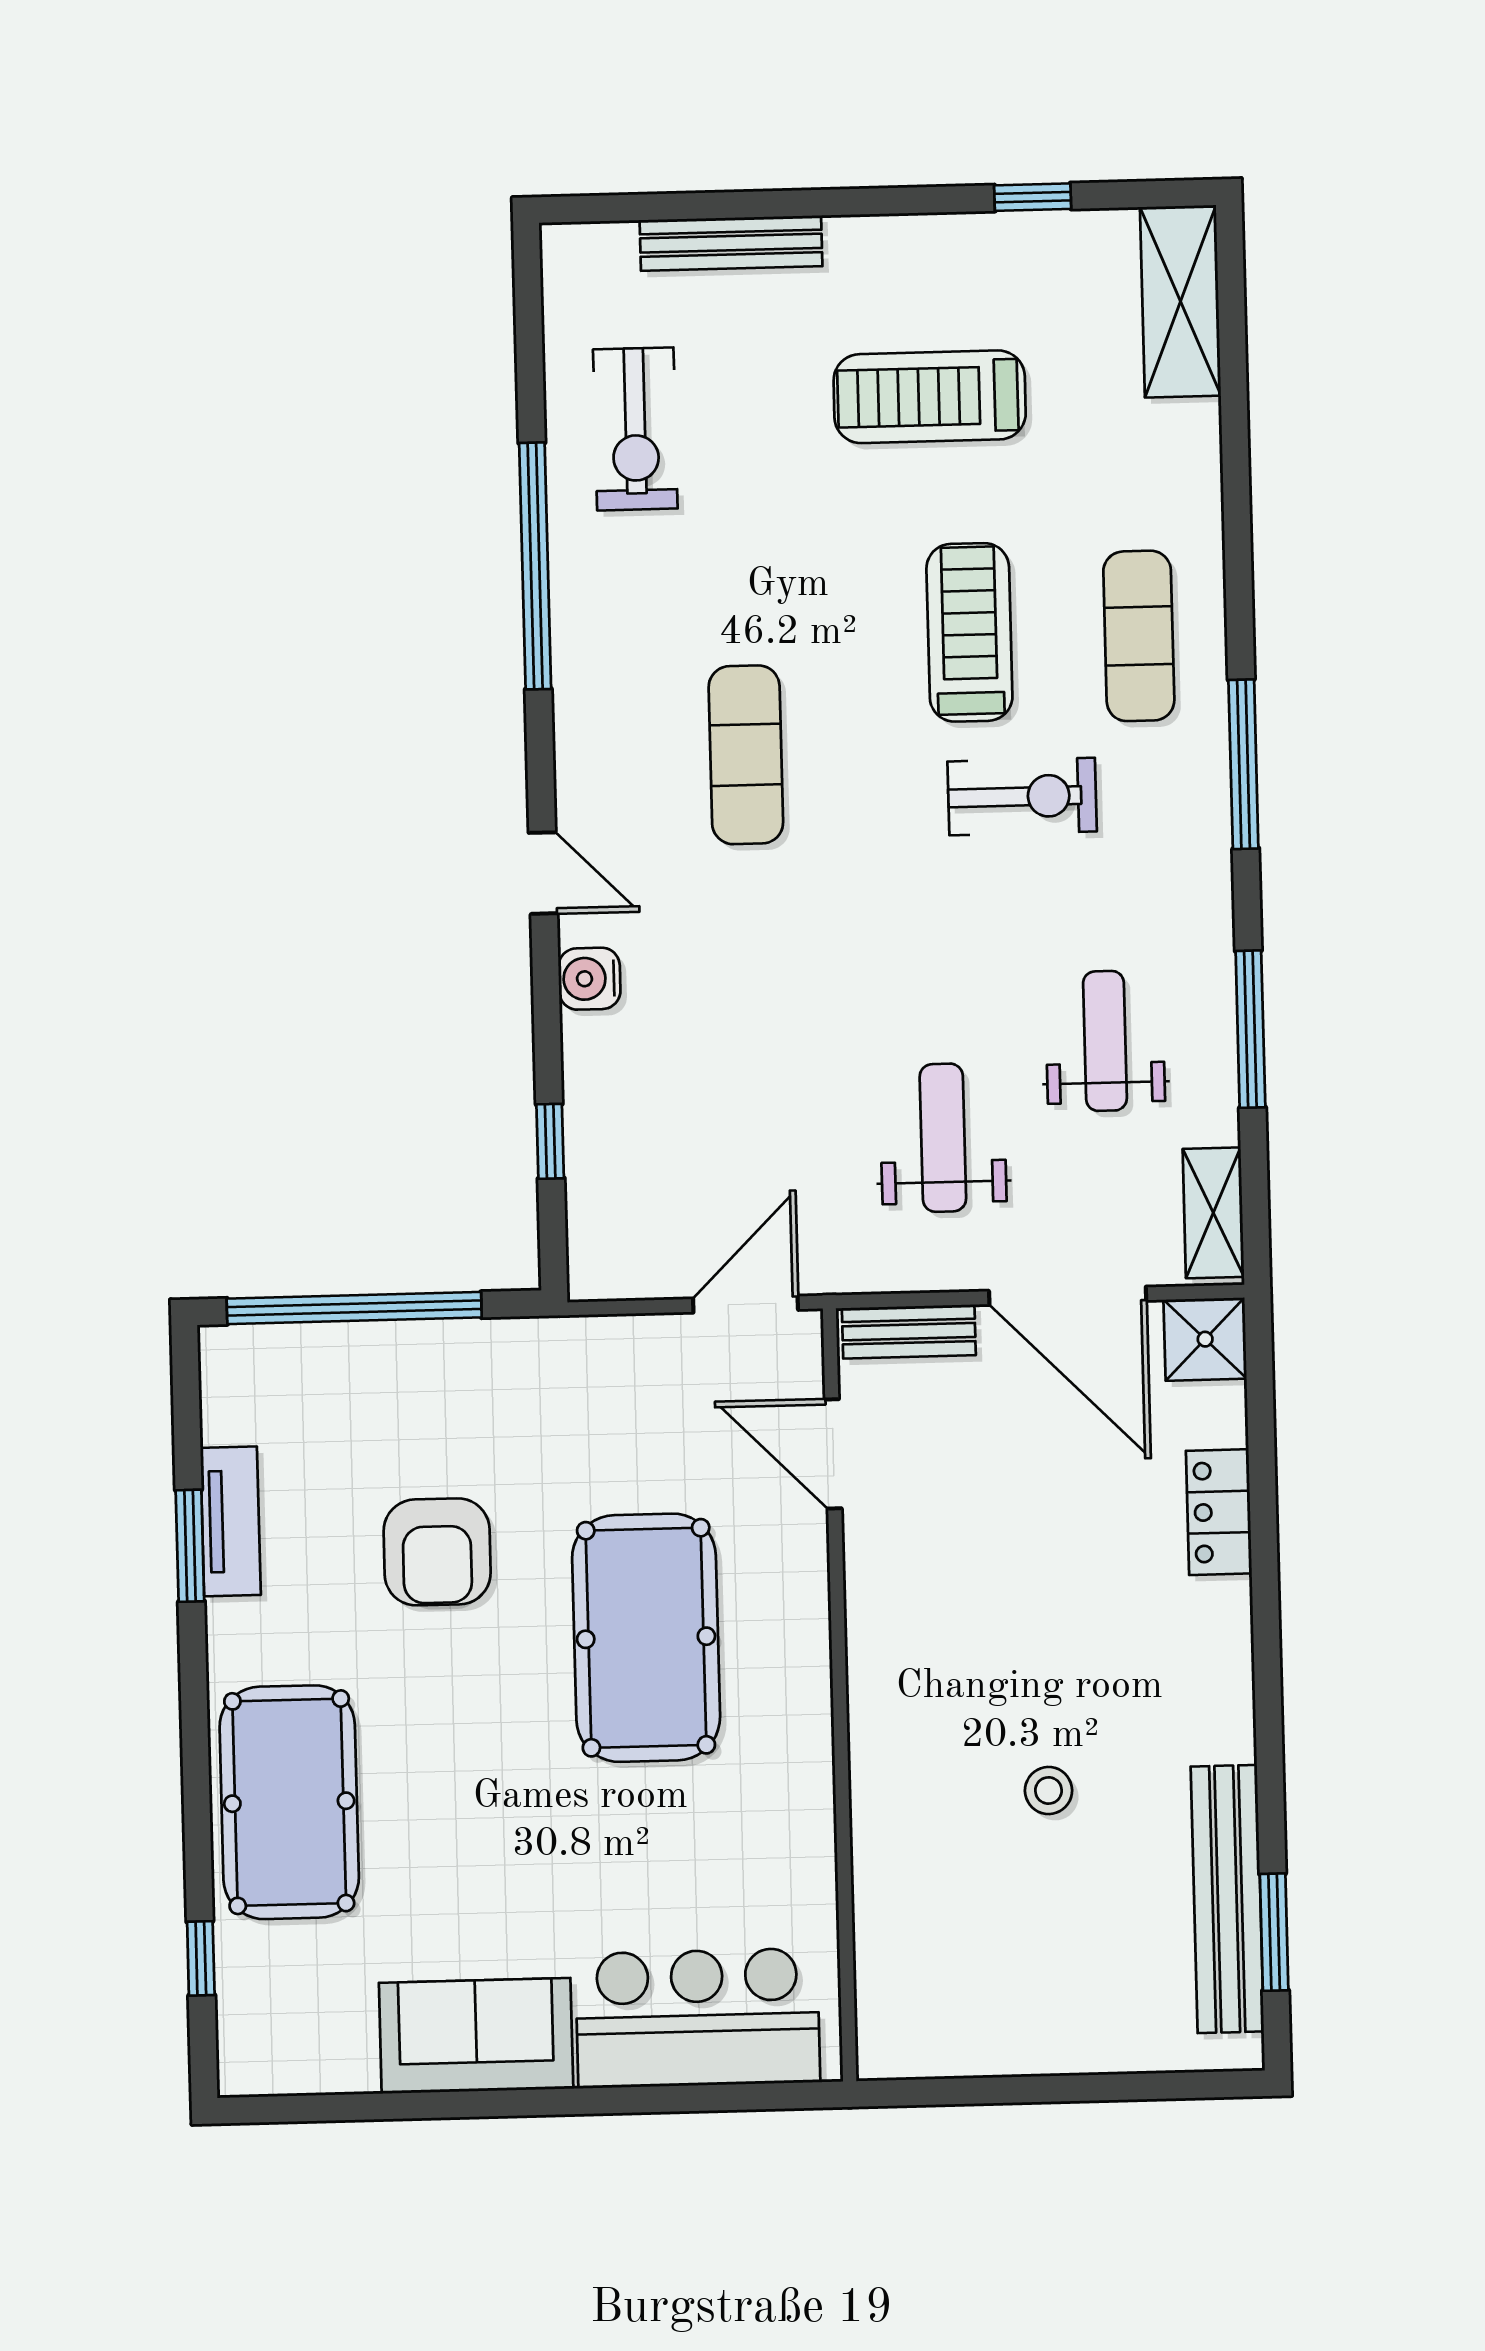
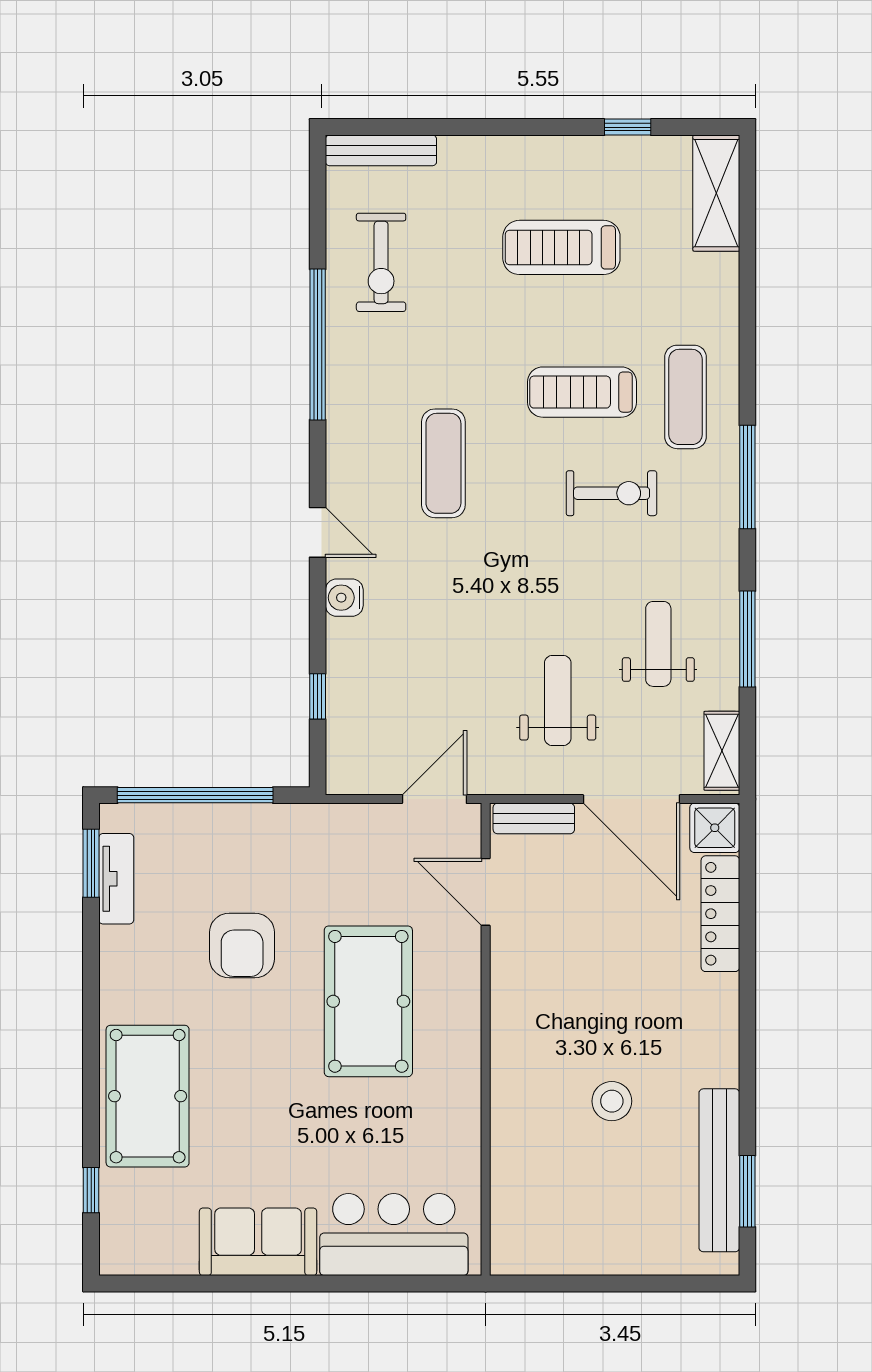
bench: (731, 243) -> (381, 150), moved
treadmill: (969, 632) -> (582, 392), turned -90
locker: (1219, 1512) -> (720, 914), width x1.53
tv unit: (231, 1521) -> (116, 879), moved
window: (190, 1546) -> (91, 863), moved
stool: (1049, 1790) -> (612, 1101), width x1.37, depth x1.37

